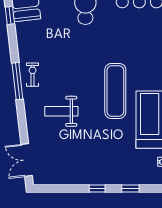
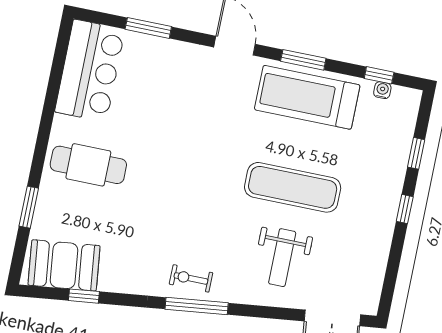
exercise mat: (115, 91) -> (293, 187), moved
weight bench: (61, 111) -> (282, 258), moved

